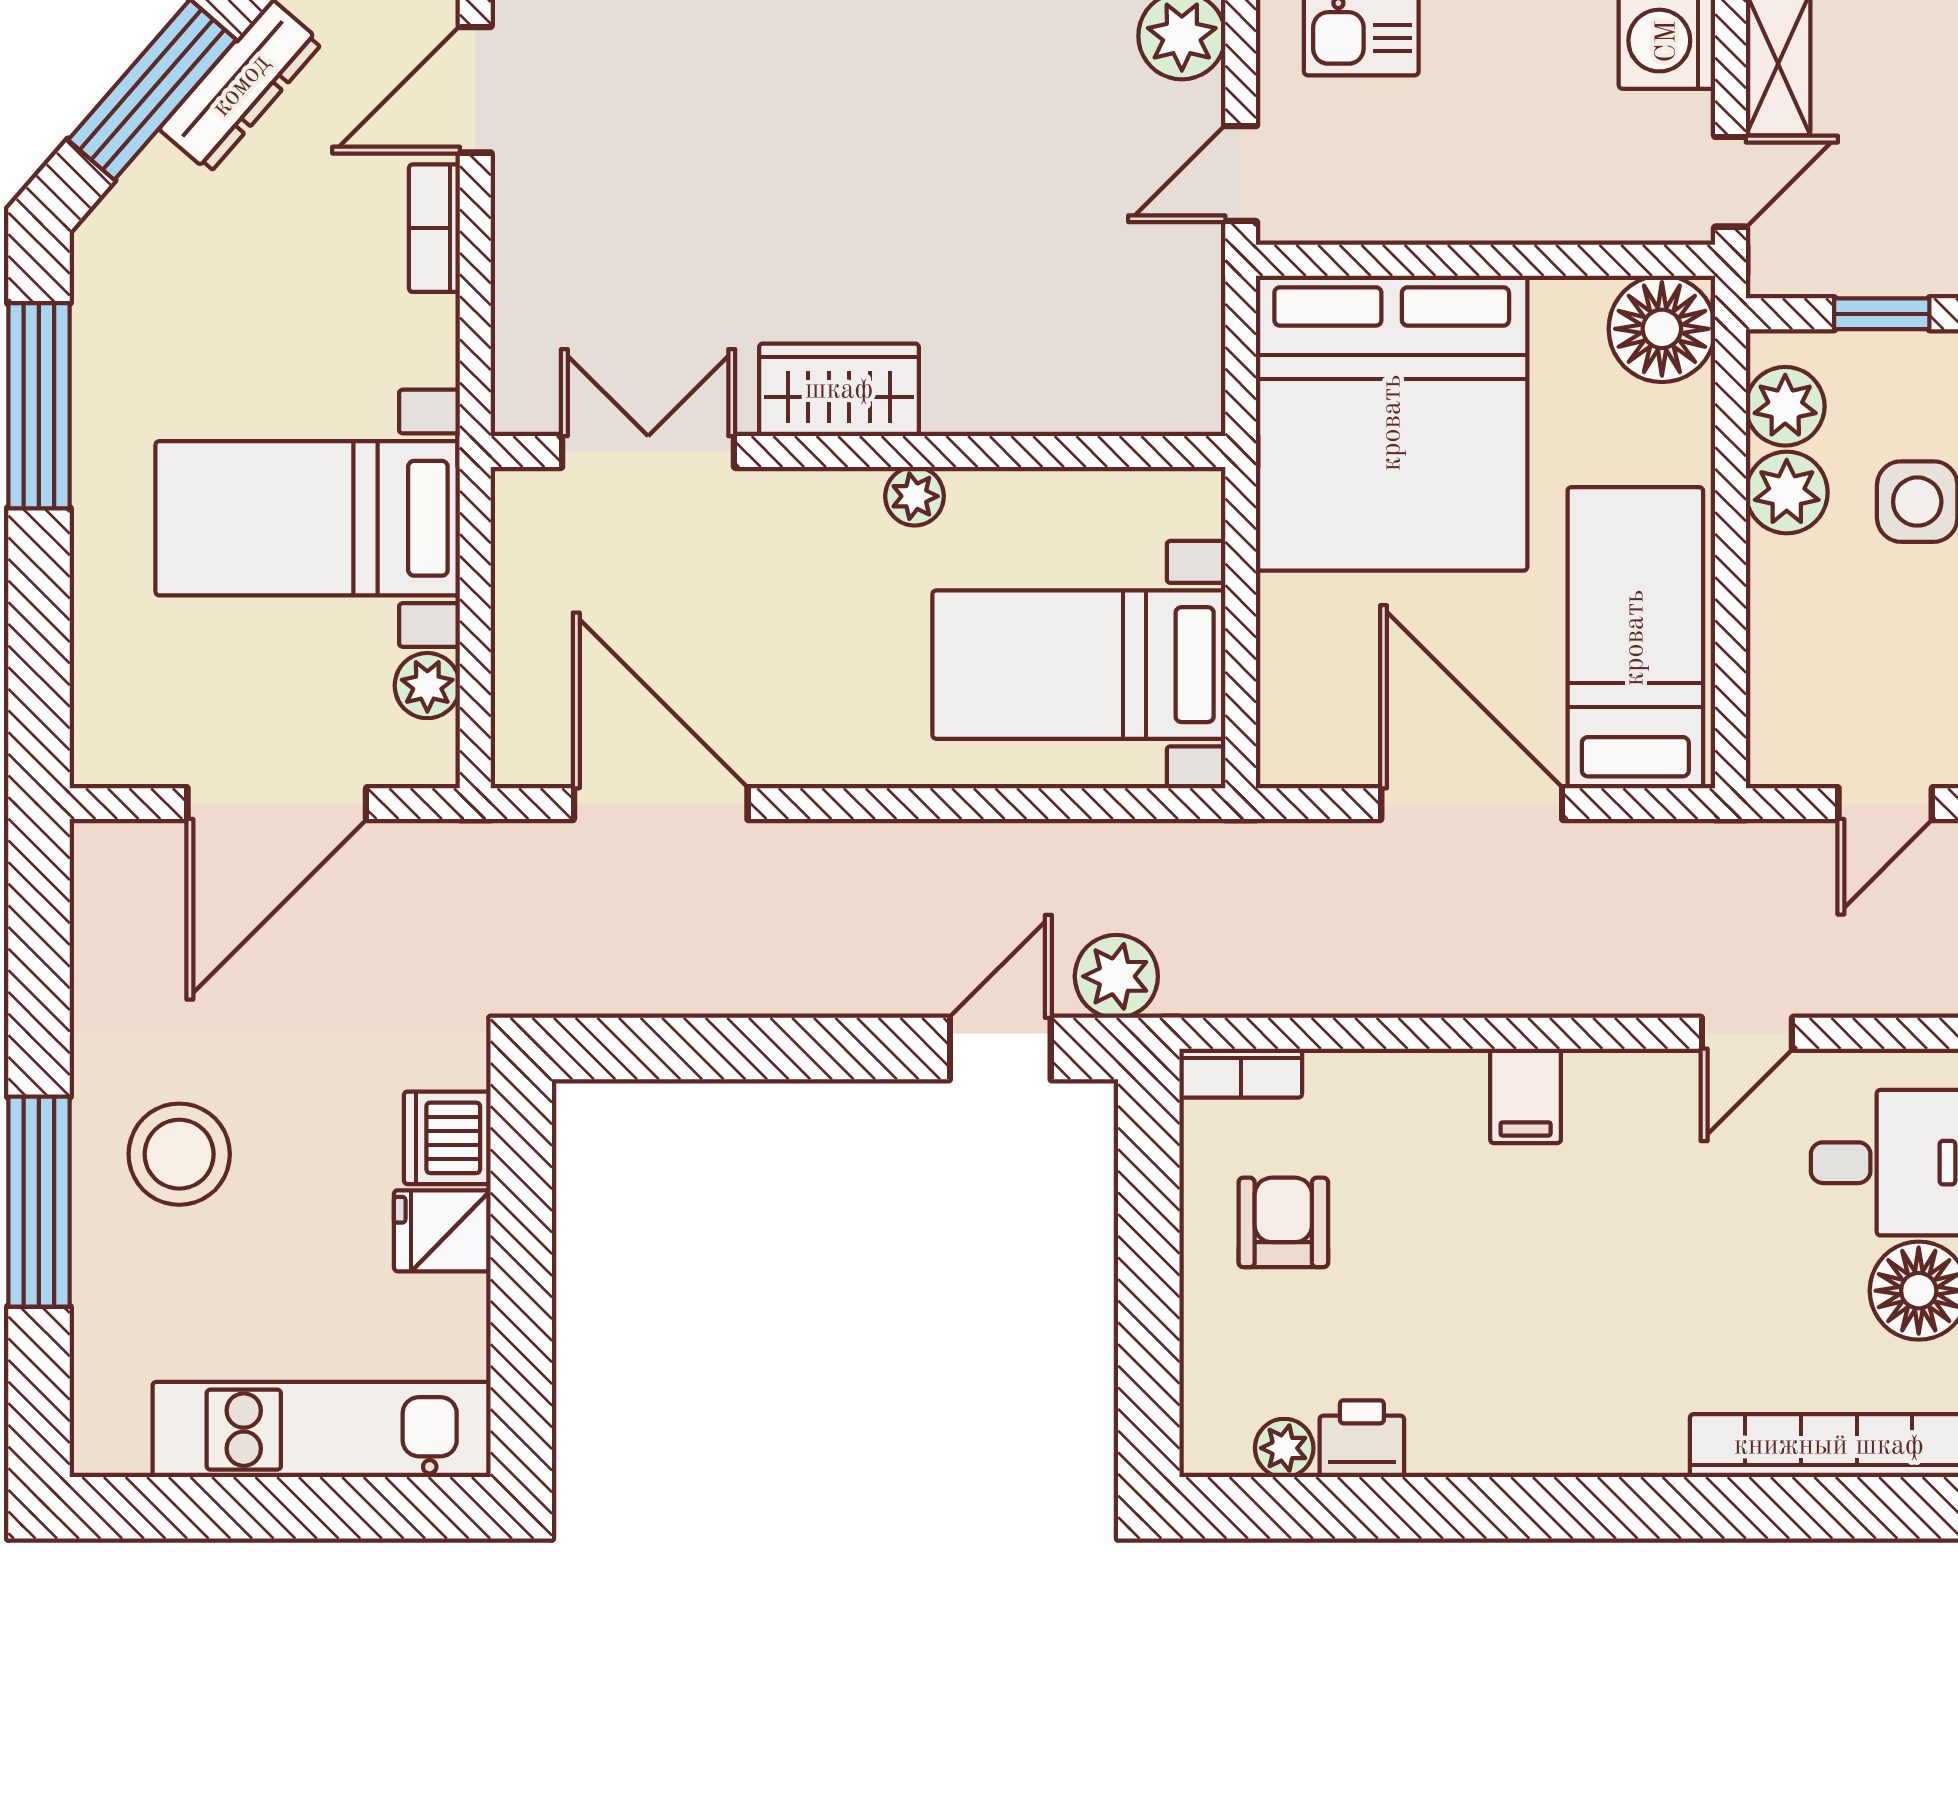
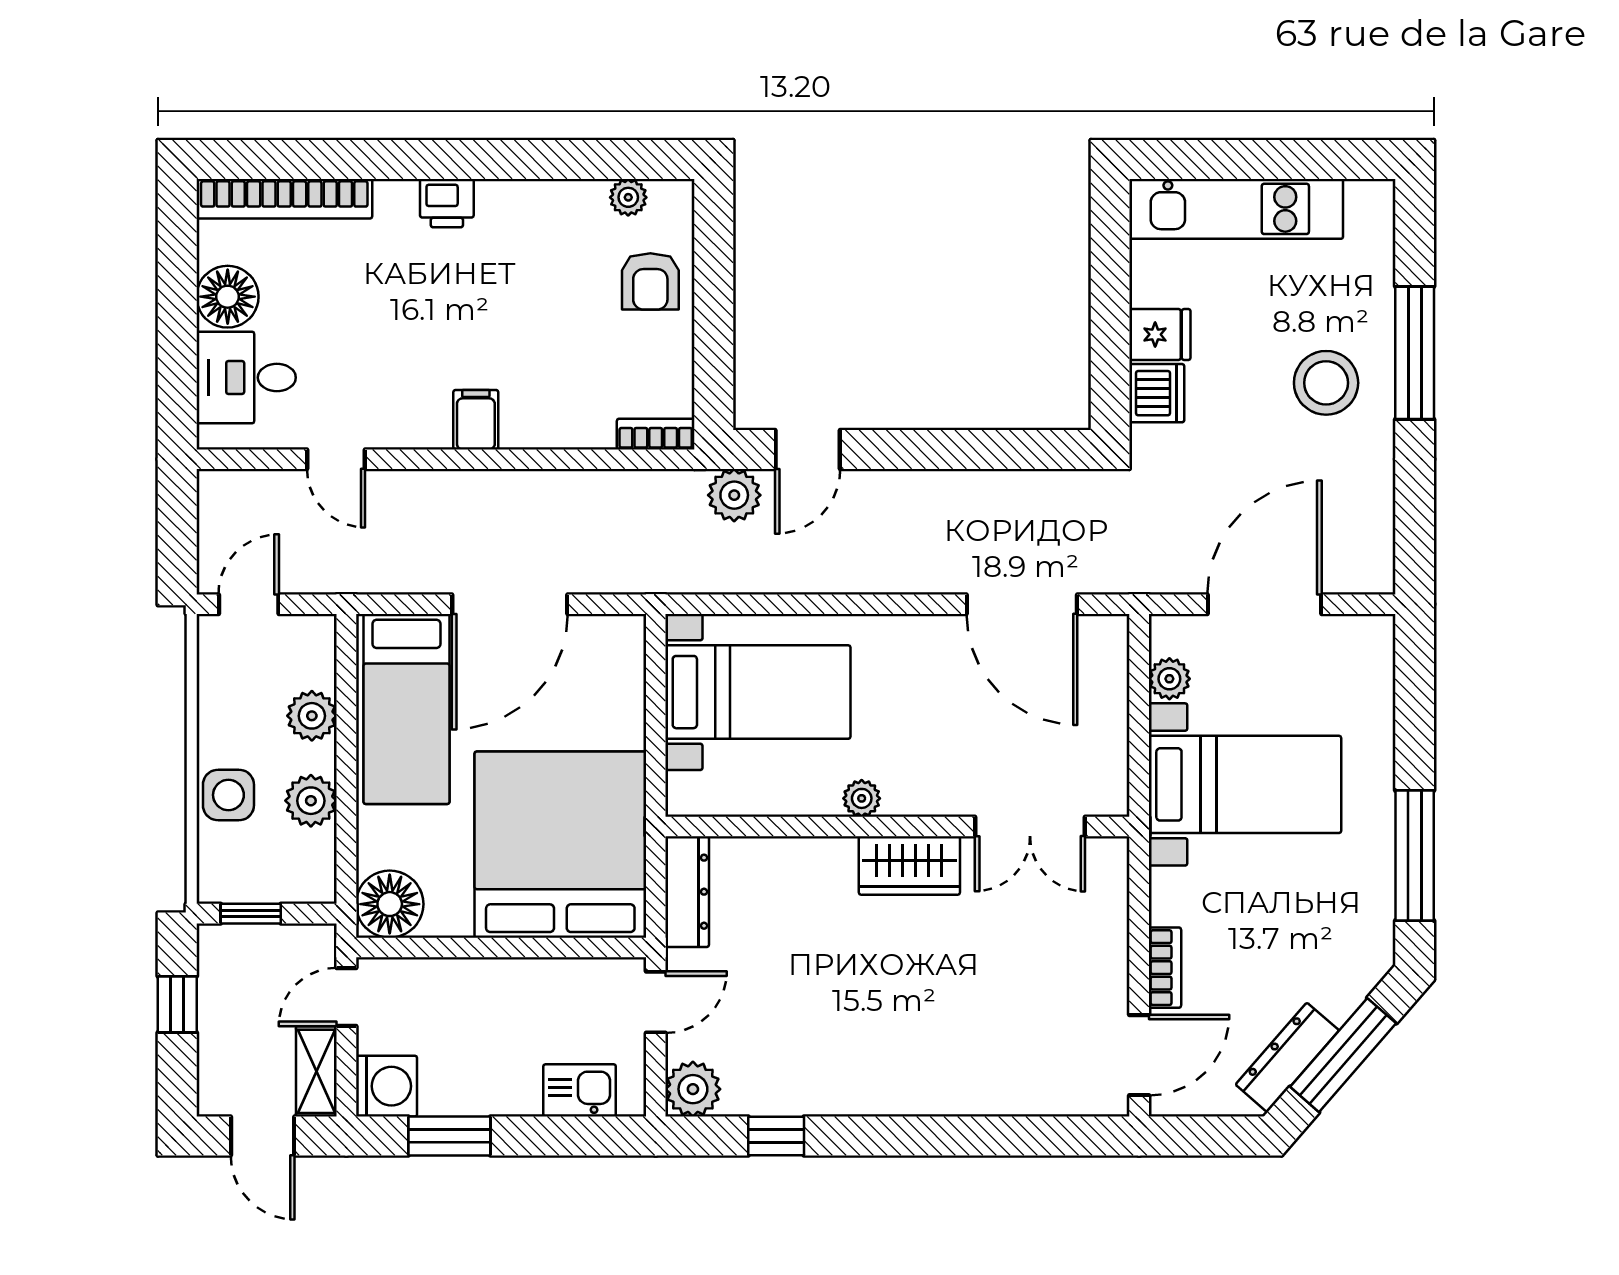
dresser: (1191, 348) -> (687, 892), added
plant: (1785, 406) -> (312, 716), moved
door: (1472, 804) -> (510, 604), hinge flipped
door: (1747, 1033) -> (336, 459), swing flipped
armchair: (1283, 1222) -> (650, 281), moved
printer: (1362, 1439) -> (447, 203), moved

